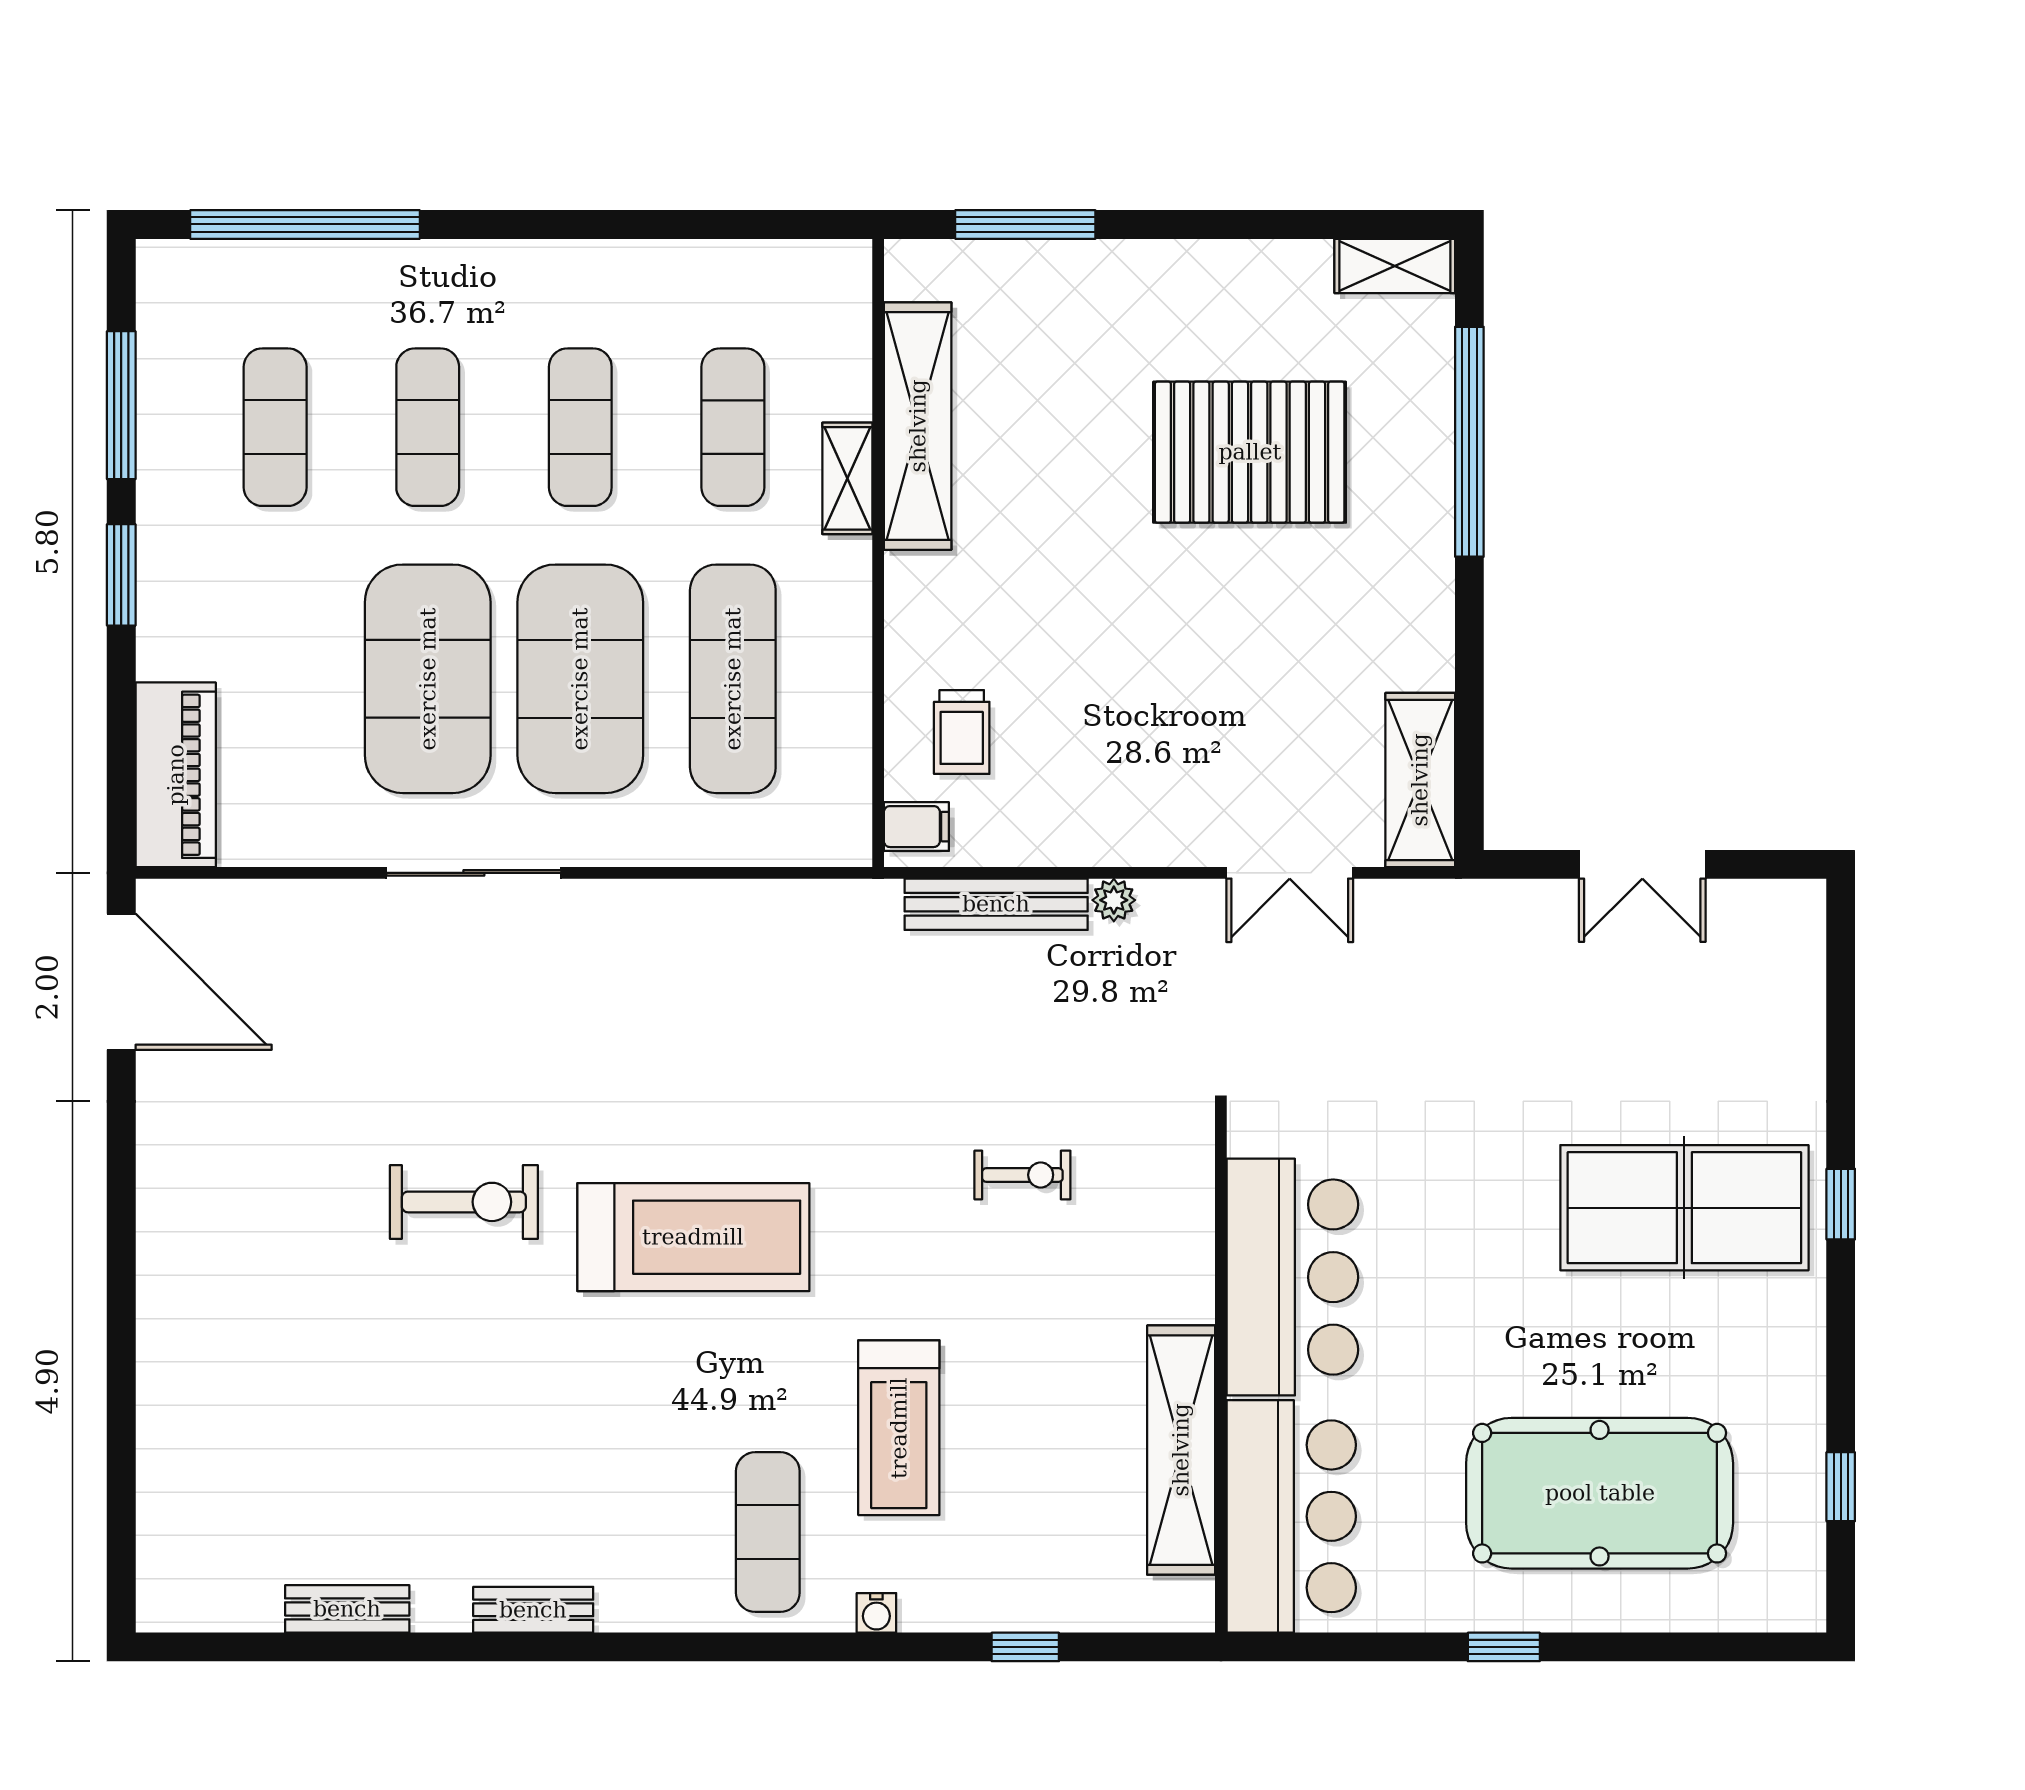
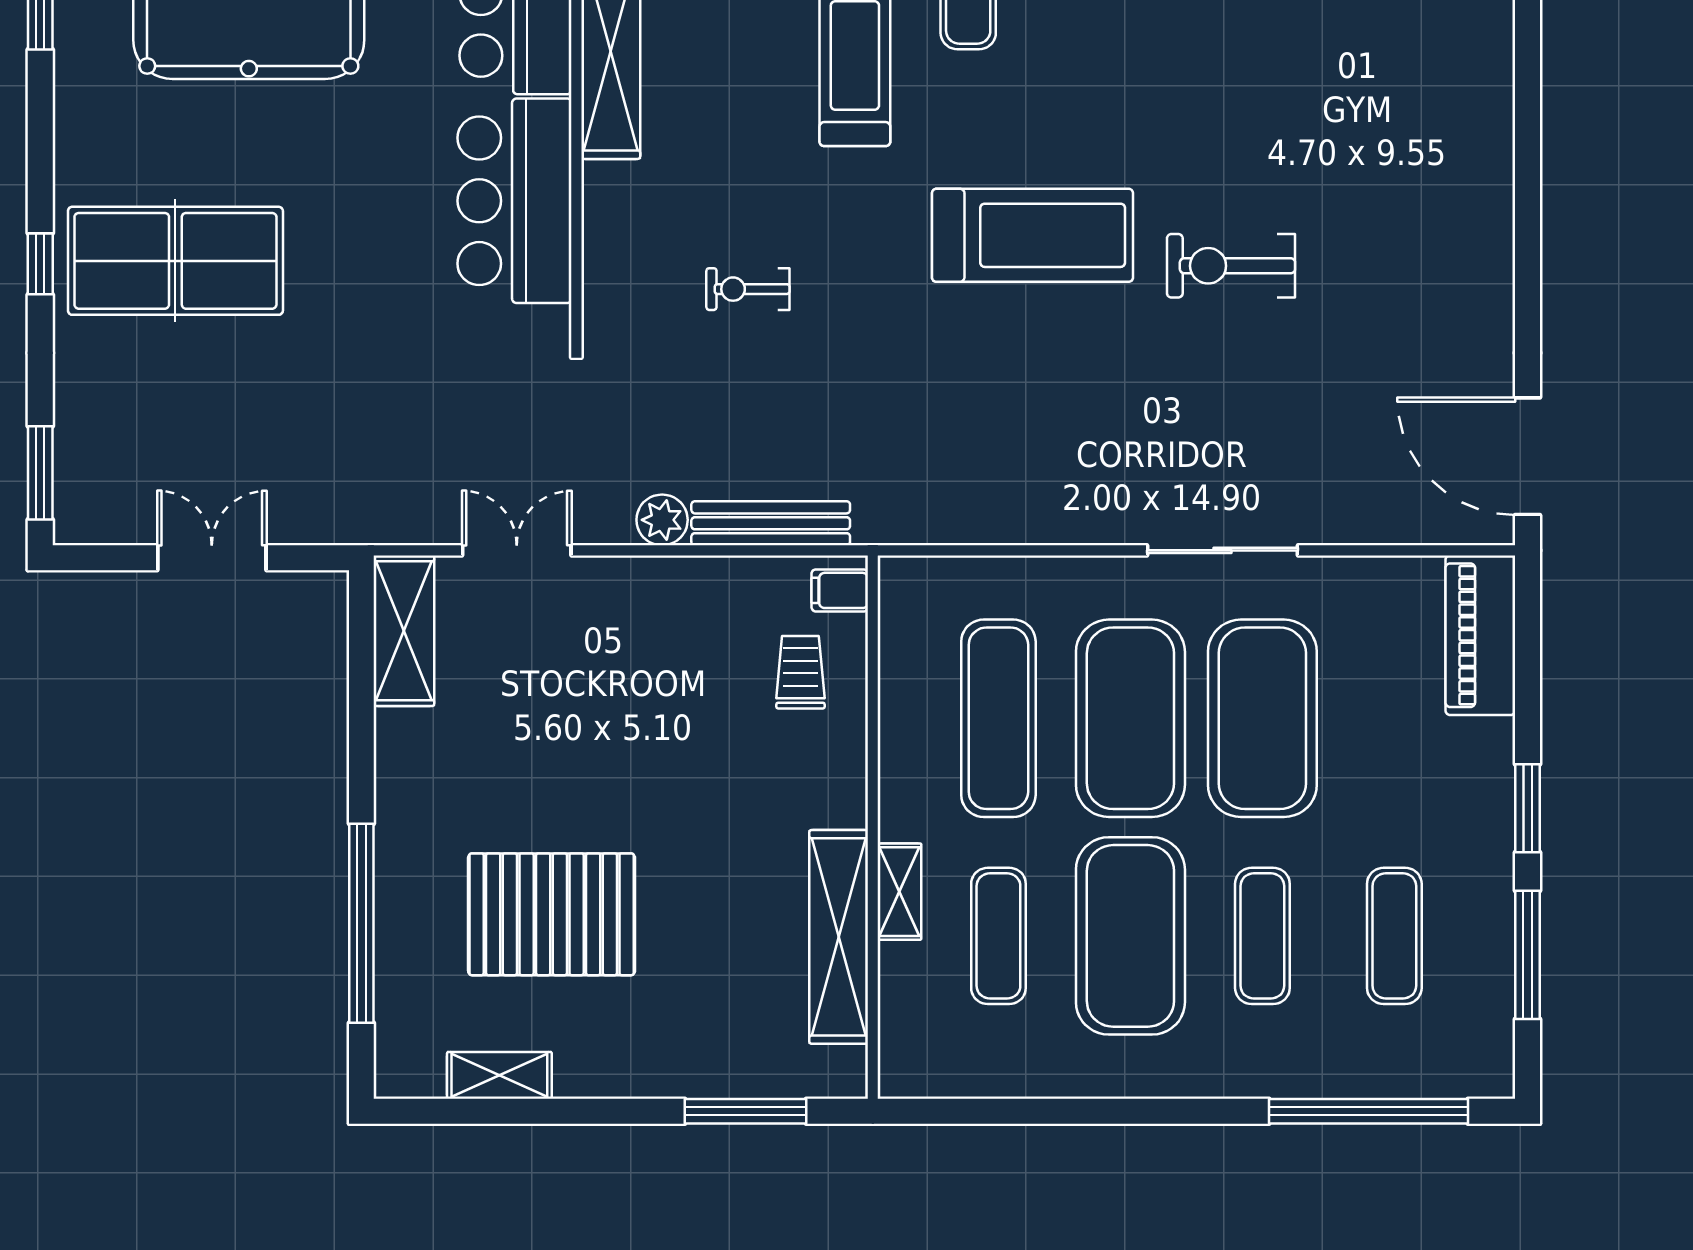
shelving: (1395, 266) -> (499, 1075), moved
exercise mat: (580, 427) -> (1130, 936), width x2.00, depth x1.45
plant: (1114, 900) -> (662, 520), width x1.38, depth x1.38
window: (1841, 963) -> (40, 473), added
treadmill: (693, 1237) -> (1033, 235), turned 180

